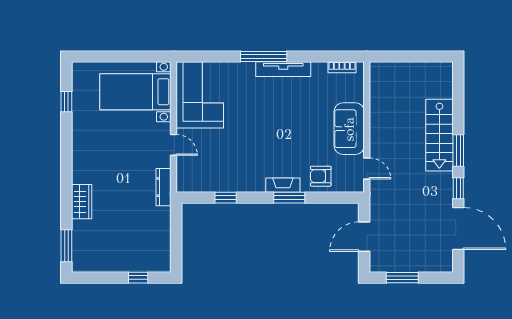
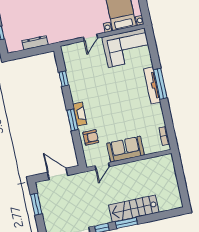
tv unit: (283, 69) -> (152, 86), moved
armchair: (321, 176) -> (91, 137), turned 90
dresser: (164, 187) -> (35, 43), moved

